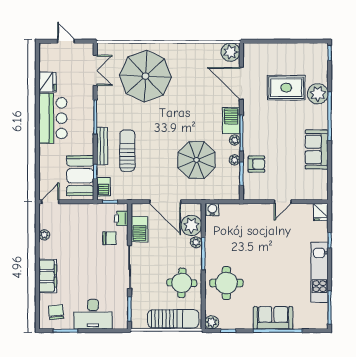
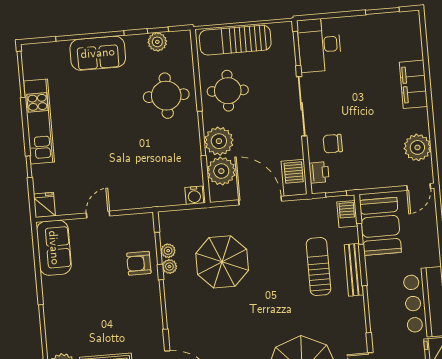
barbecue: (231, 120) -> (179, 320), removed
plant: (235, 140) -> (168, 251), moved
sofa: (317, 149) -> (54, 248), moved
sun lounger: (127, 151) -> (318, 267), turned 180
barbecue: (139, 229) -> (294, 178), moved
plant: (44, 235) -> (417, 147), width x1.87, depth x1.87
plant: (196, 242) -> (219, 141), width x1.88, depth x1.88
chair: (56, 312) -> (398, 36), removed
desk: (93, 314) -> (319, 45), moved, turned -90
plant: (212, 322) -> (157, 42), moved

